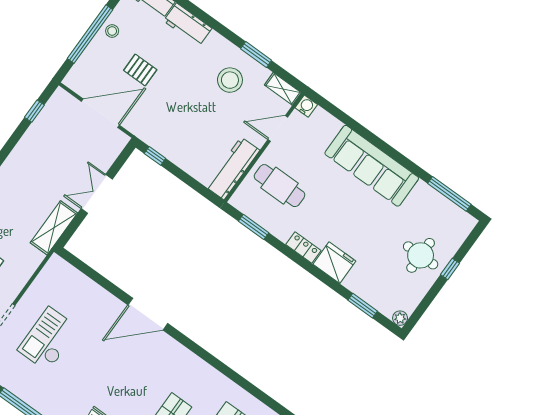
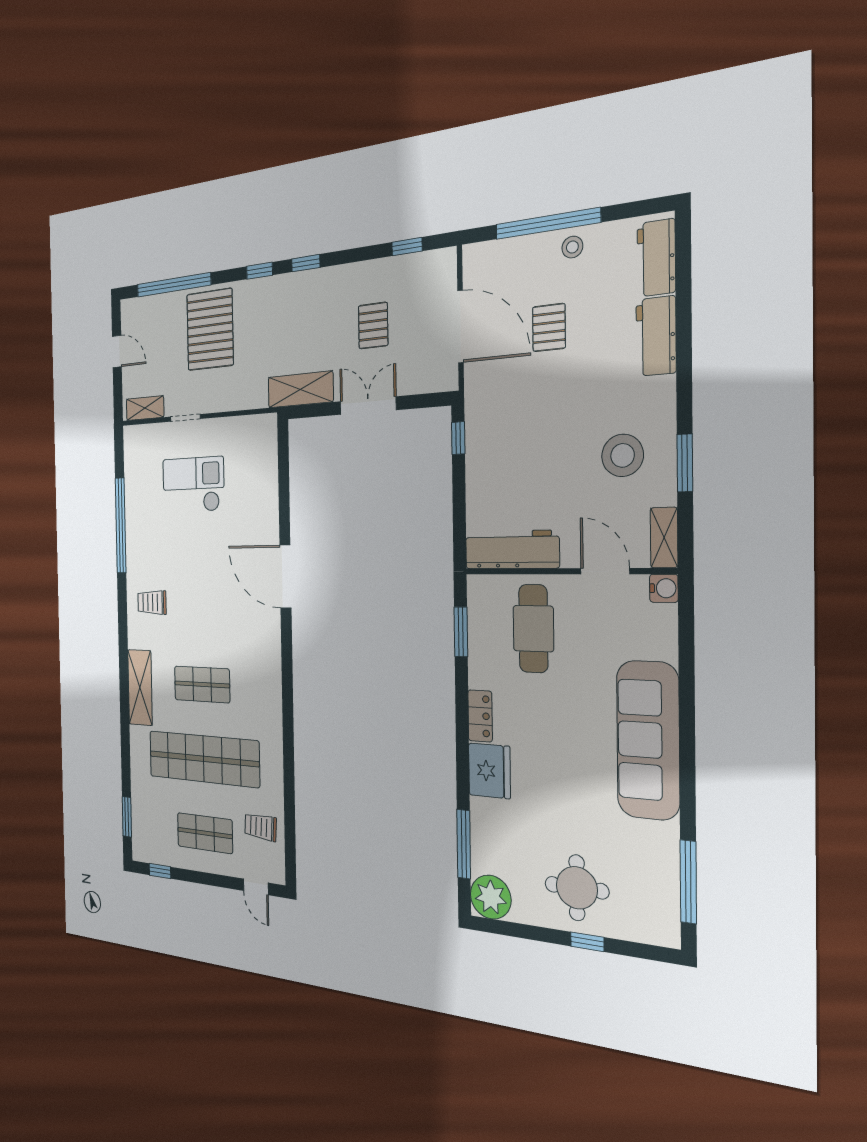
pallet: (58, 160) -> (373, 326), added
window: (363, 306) -> (464, 844), width x1.44
plant: (400, 318) -> (491, 897), width x1.88, depth x1.88

